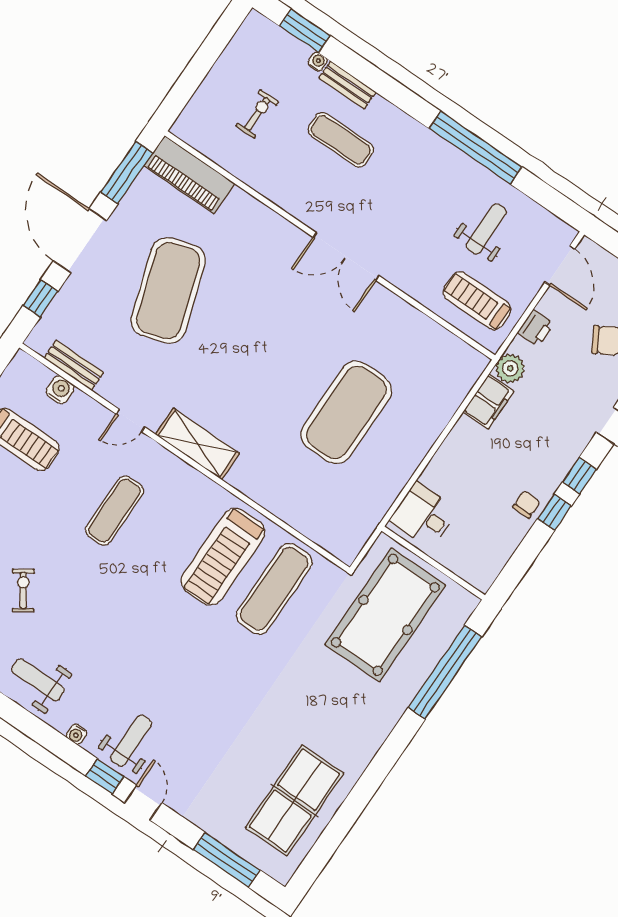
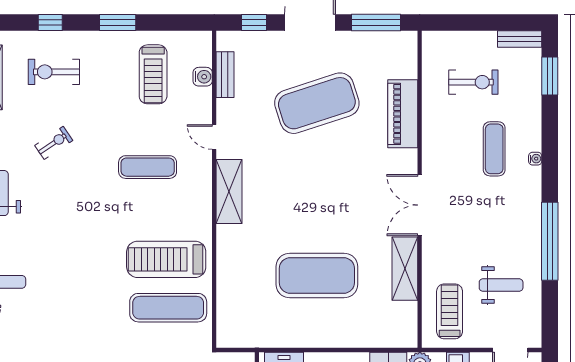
water cooler: (318, 62) -> (535, 159), moved
bench: (347, 85) -> (520, 39), moved, turned 90
exercise bike: (257, 114) -> (473, 82), width x1.38, depth x1.39
piano: (189, 175) -> (403, 114), moved
shelving: (401, 317) -> (405, 269), added

